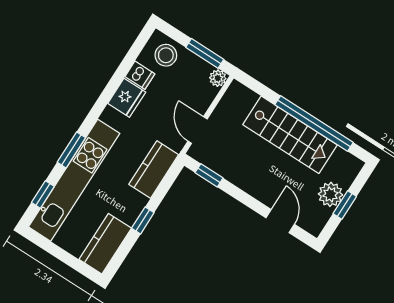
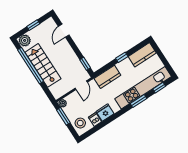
plant: (330, 194) -> (25, 40), moved

